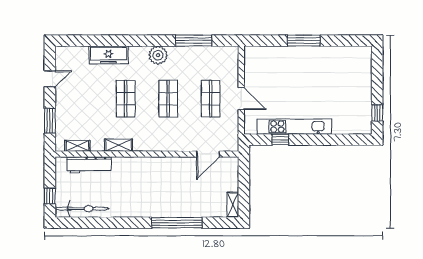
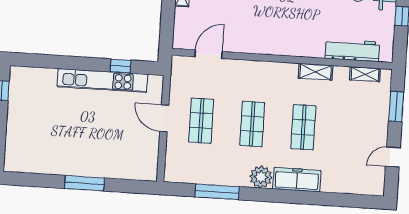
freezer: (109, 55) -> (297, 180), moved

